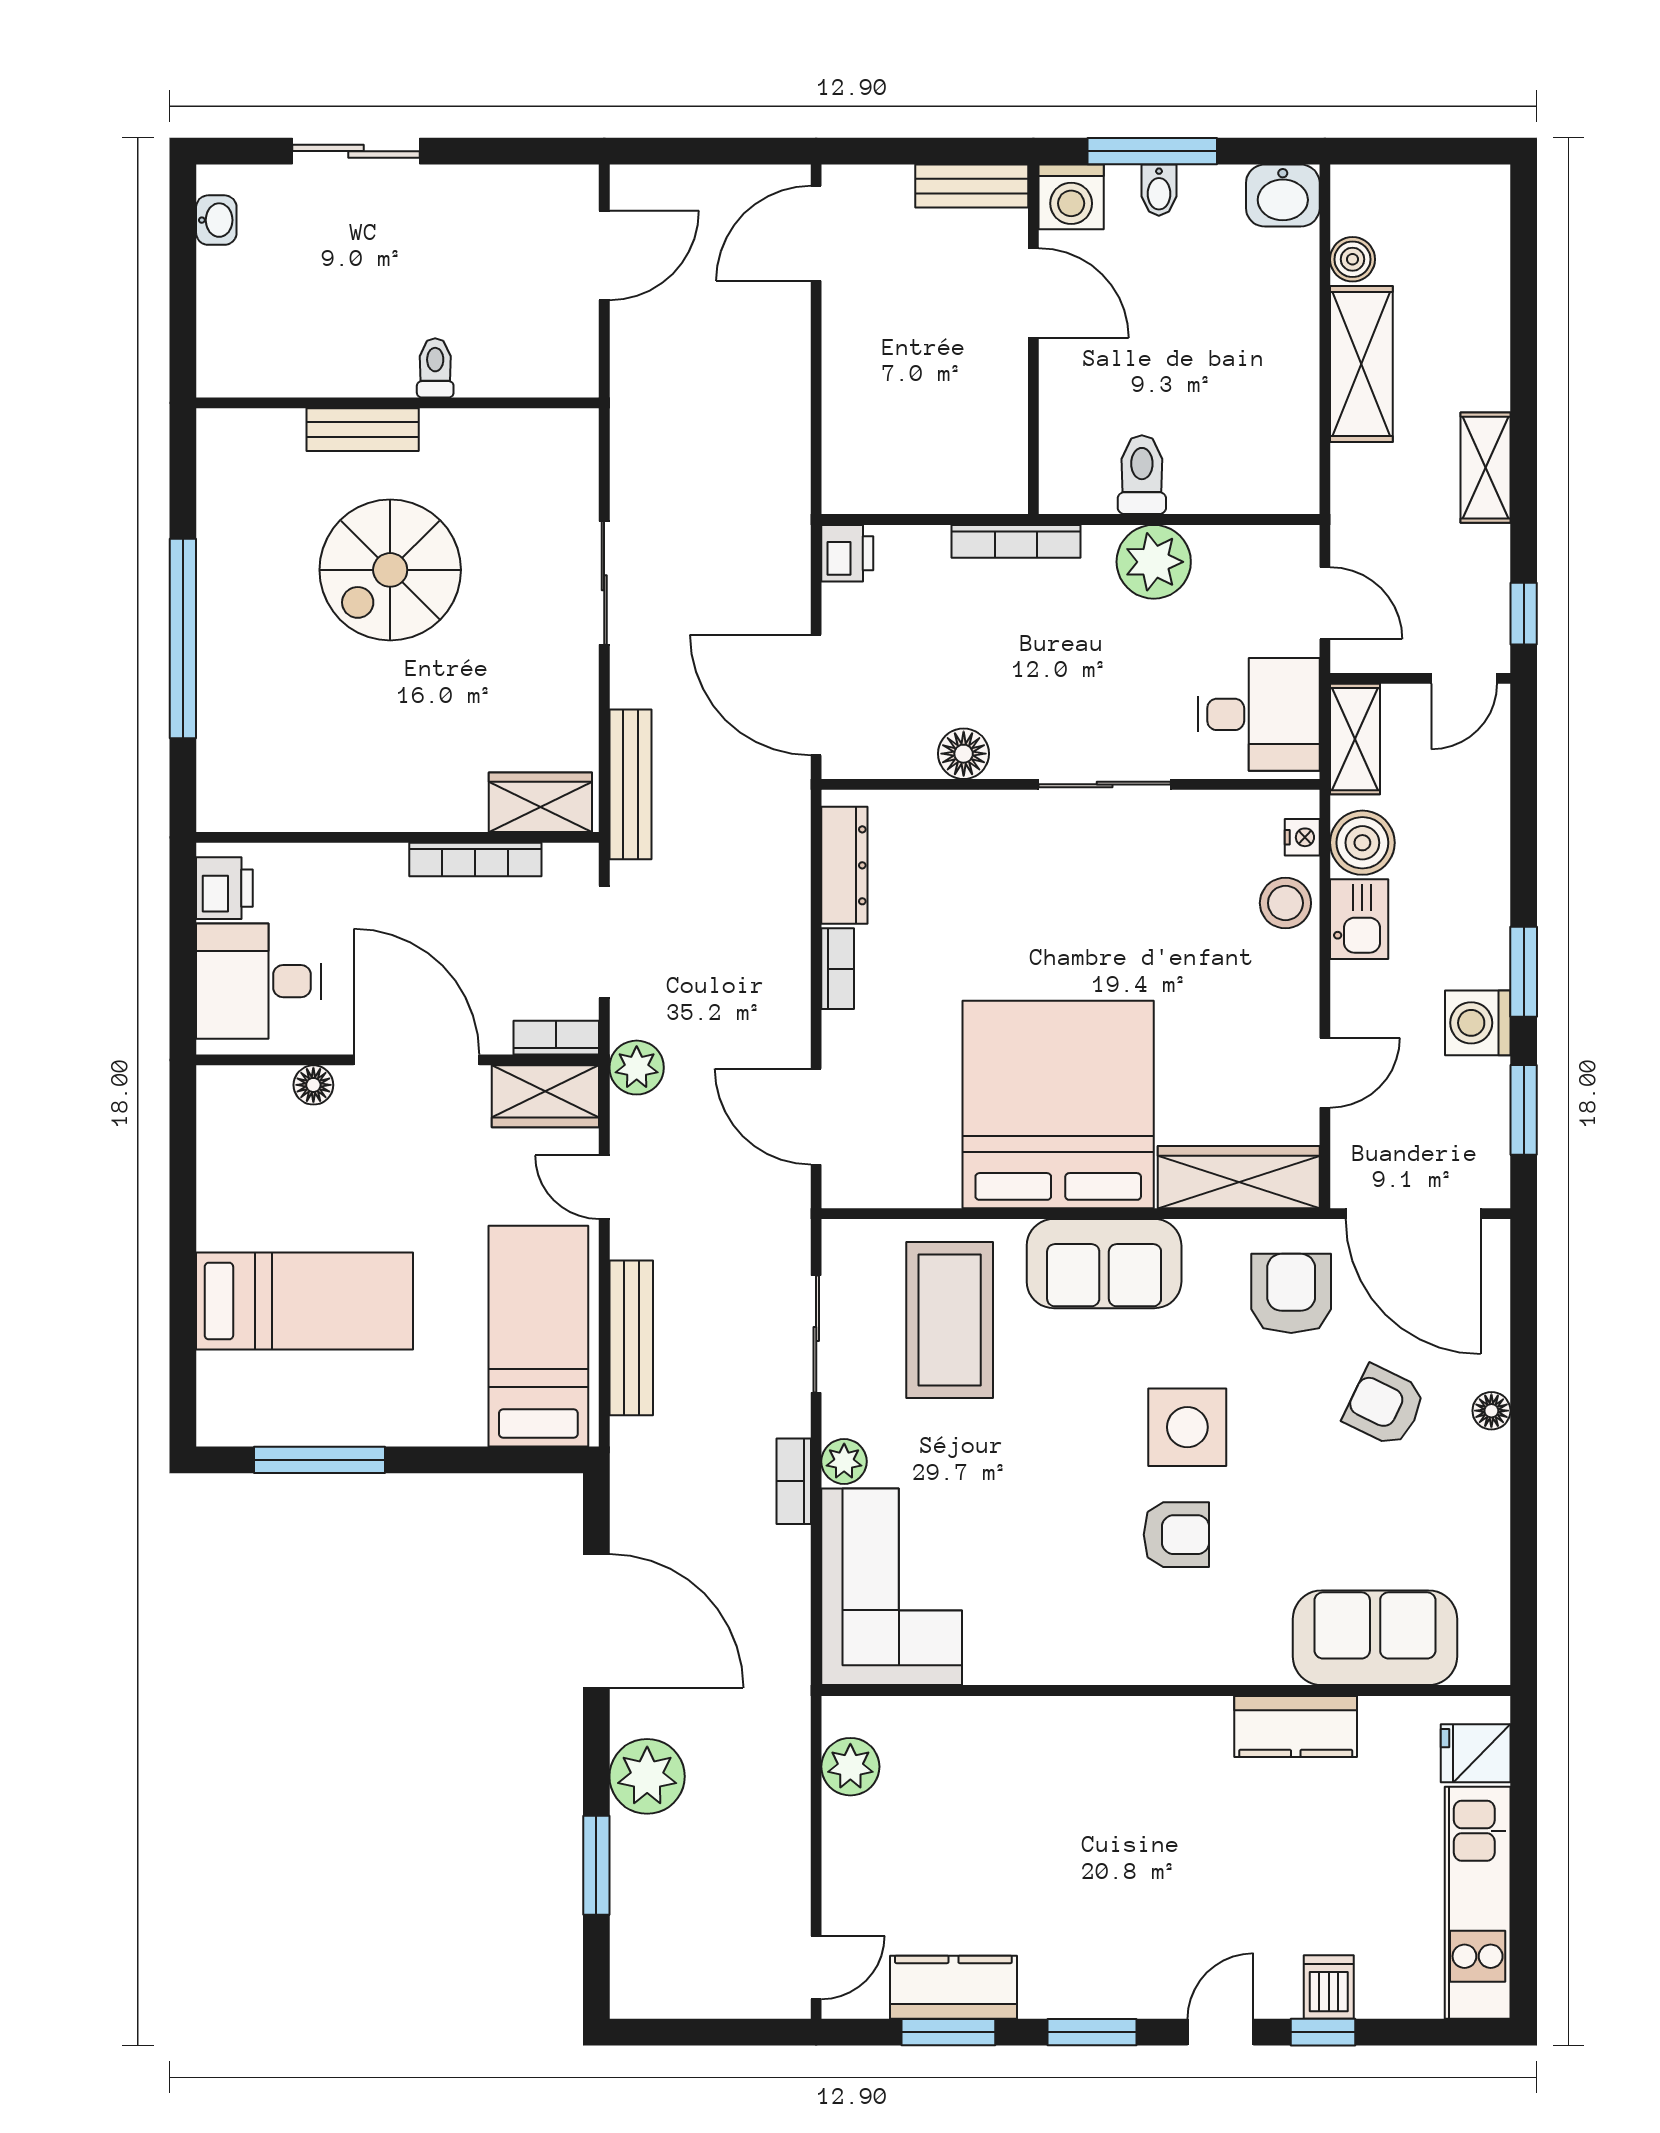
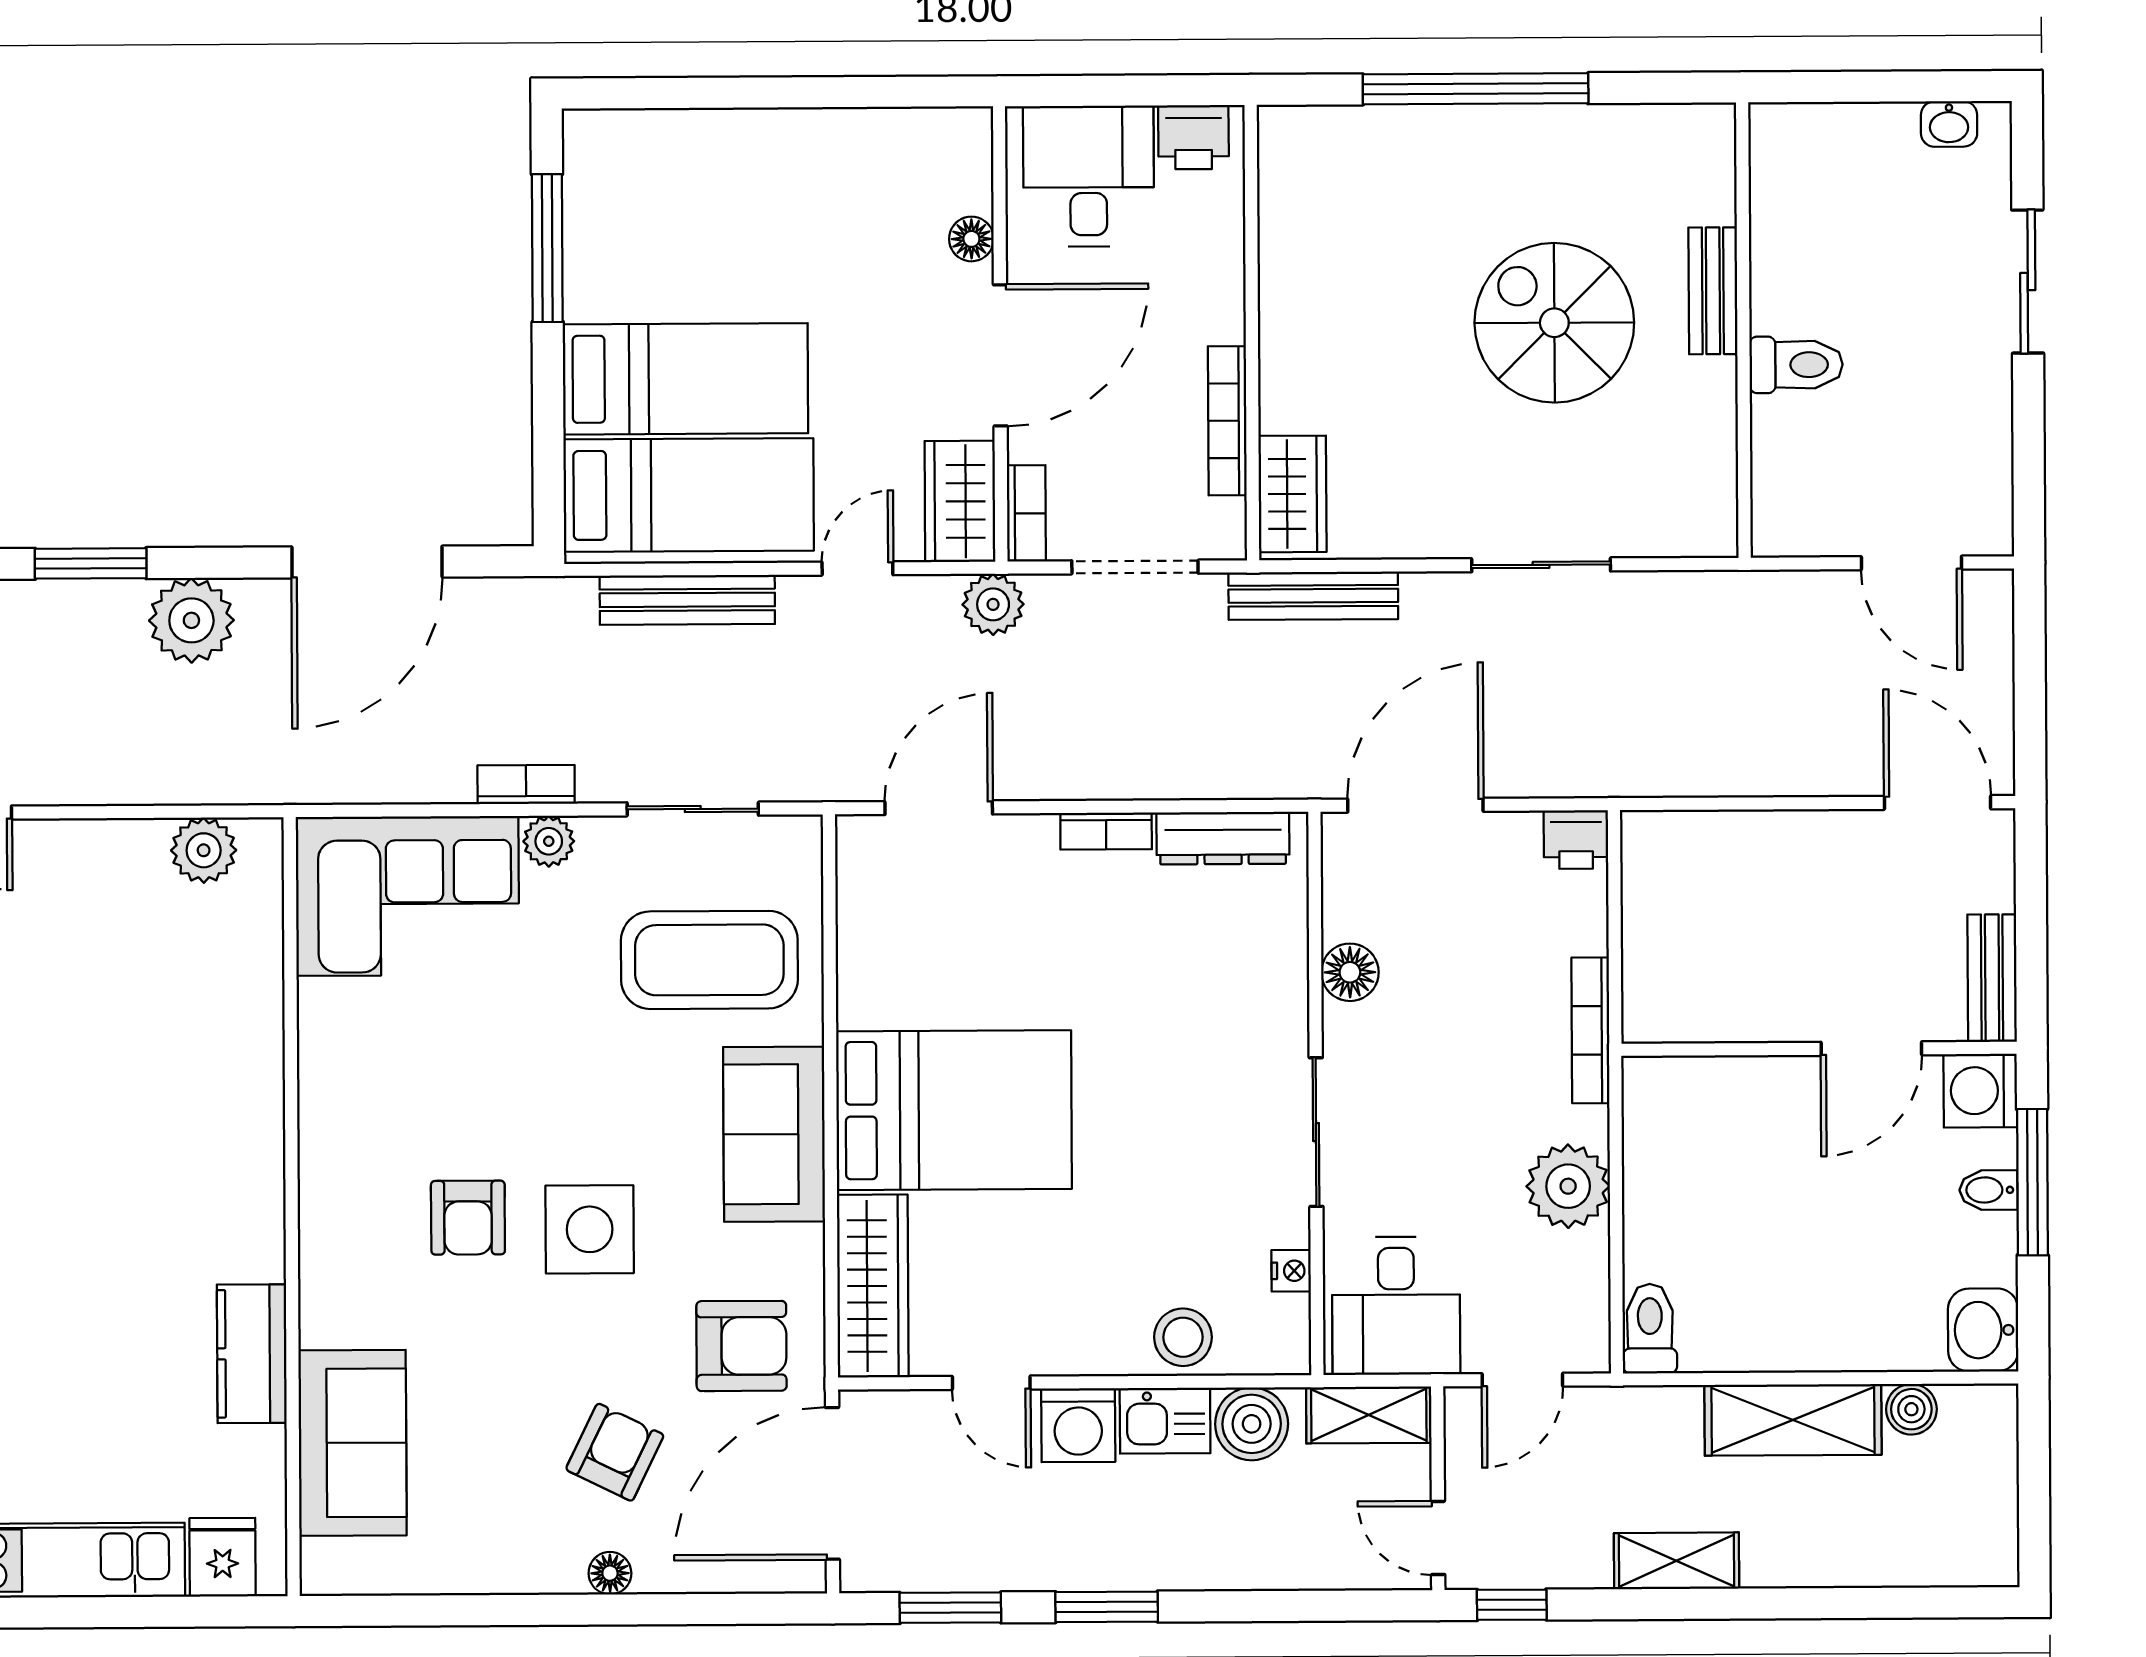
toilet: (435, 368) -> (1796, 365), width x1.37, depth x1.39
toilet: (1142, 475) -> (1650, 1329), moved, turned -90
nightstand: (1302, 837) -> (1291, 1271), moved, turned -90
washing machine: (1478, 1023) -> (1078, 1425), moved, turned 180
bed: (1058, 1104) -> (954, 1110), width x0.73
bed: (305, 1301) -> (685, 379), moved, turned -90

